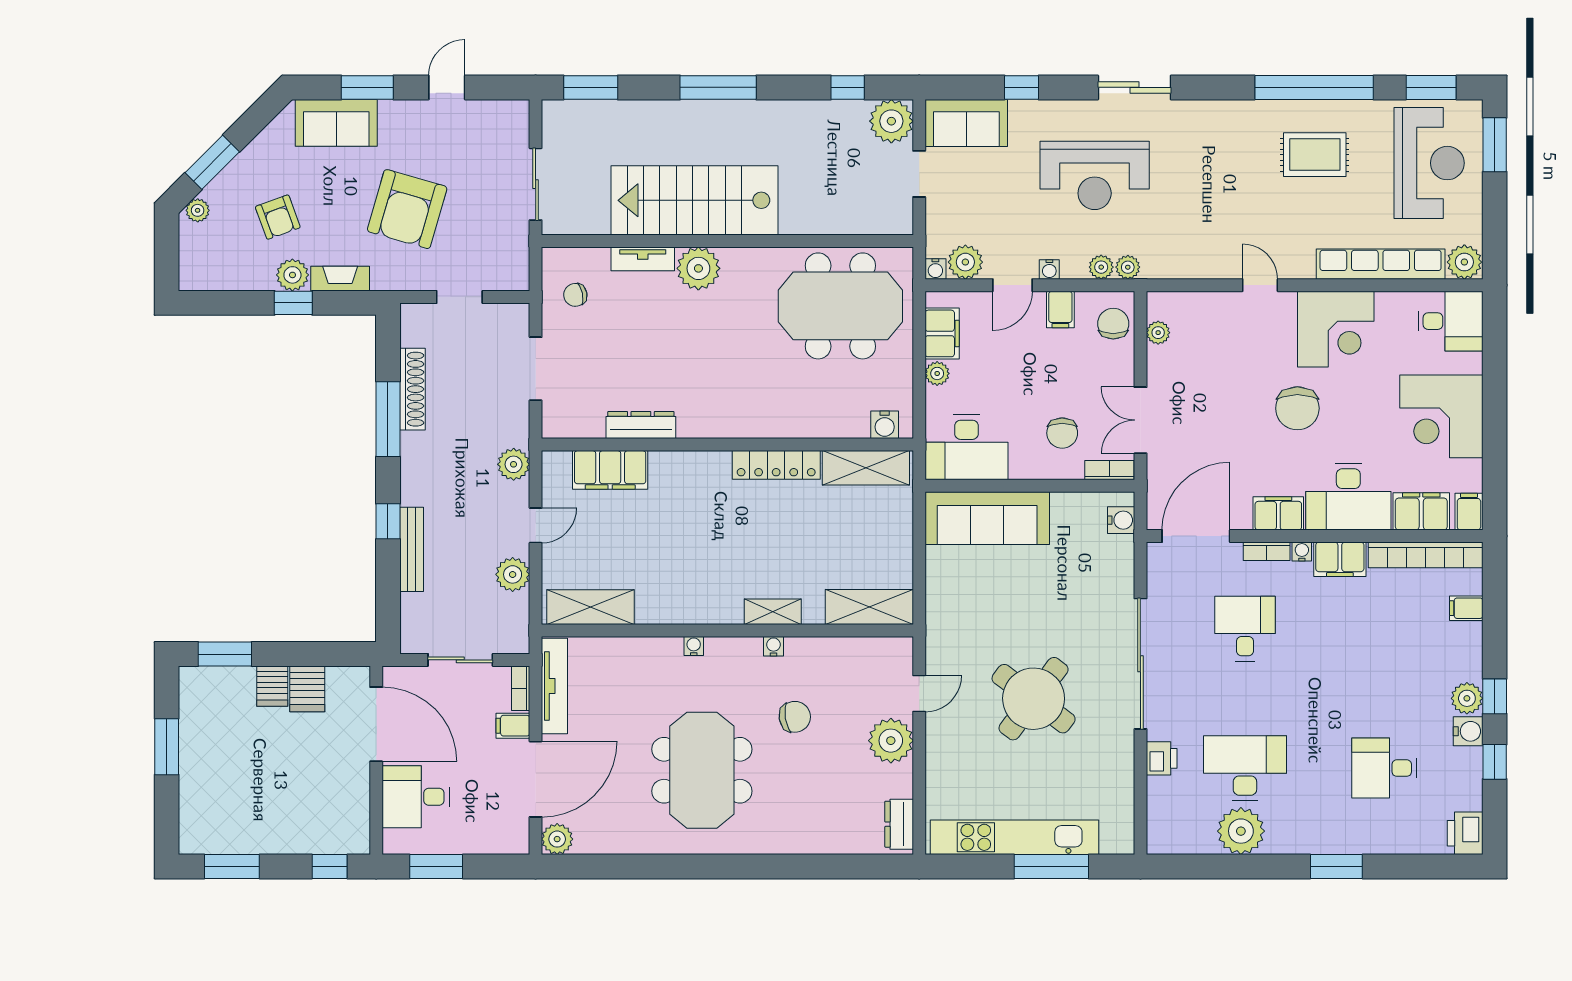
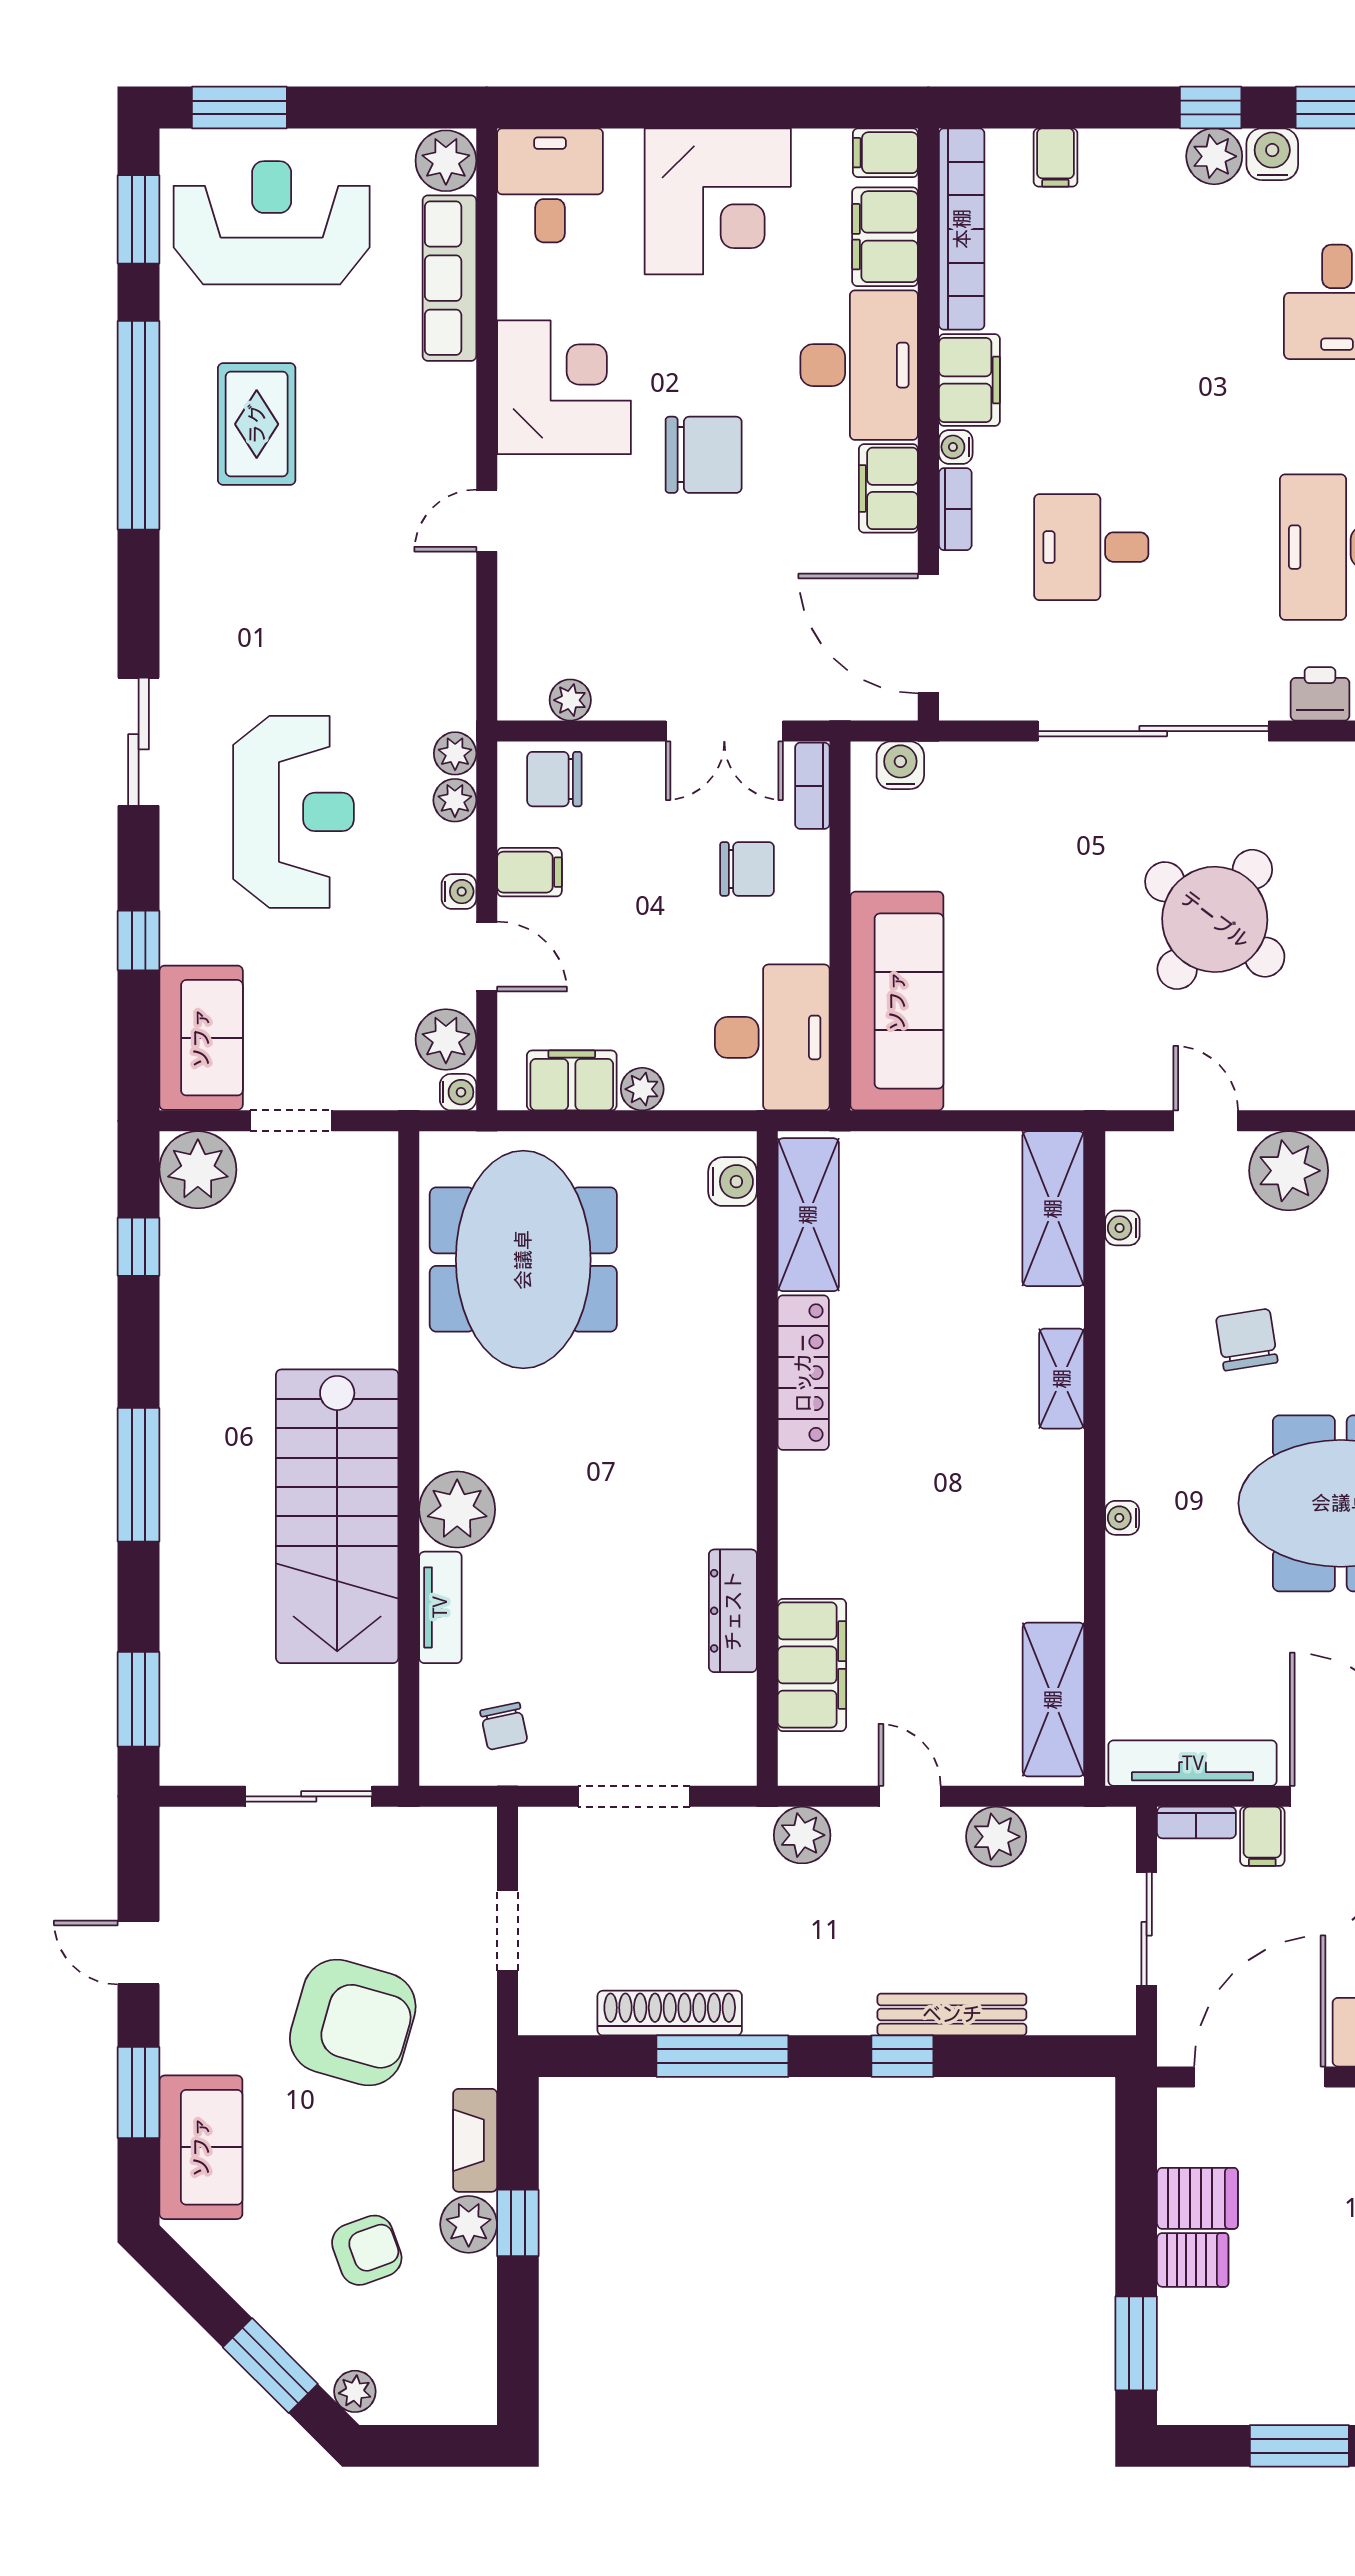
row of seats: (1381, 264) -> (449, 278), width x0.73
water cooler: (773, 646) -> (1122, 1228), moved

